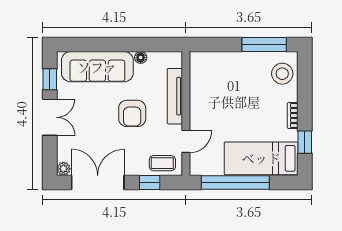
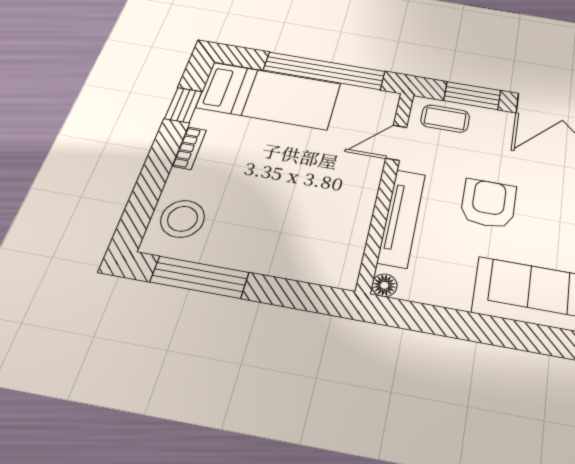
floor lamp: (141, 58) -> (384, 285), moved
window: (150, 182) -> (472, 96), width x1.50

